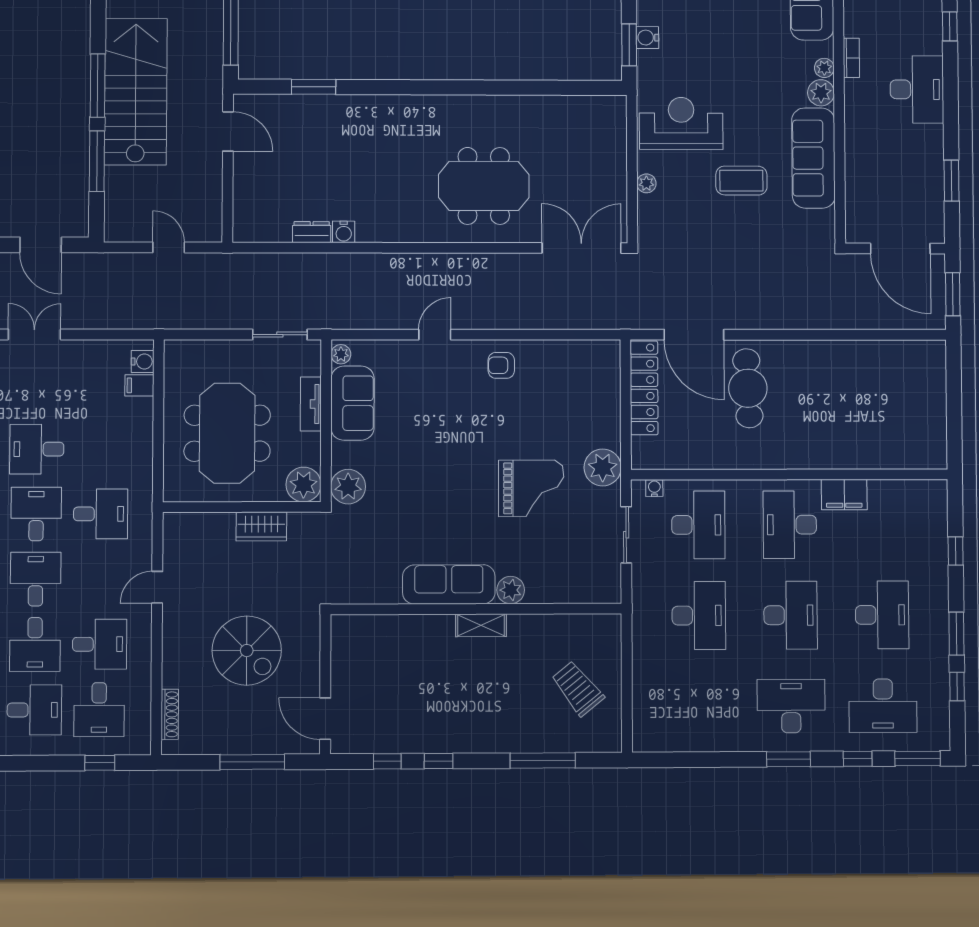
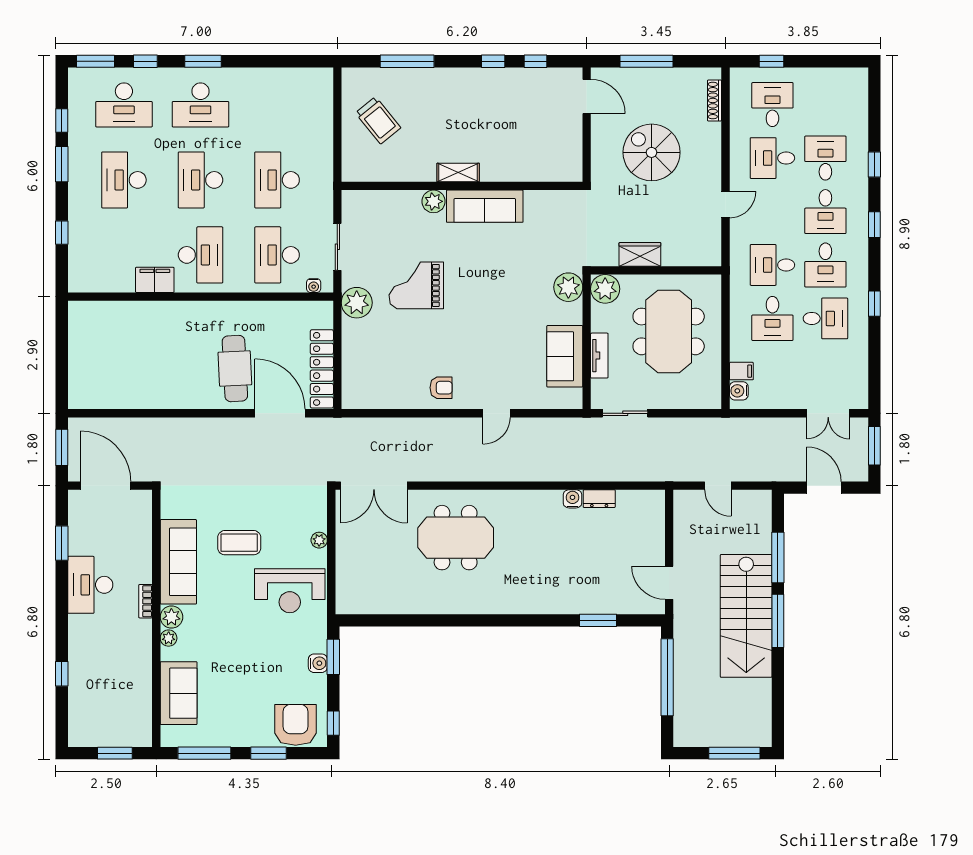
bookcase: (851, 58) -> (146, 601), moved
desk: (917, 89) -> (90, 585), moved
plant: (341, 354) -> (575, 397), removed
desk: (883, 706) -> (124, 105), turned 180
desk: (34, 710) -> (772, 318), moved, turned -90

